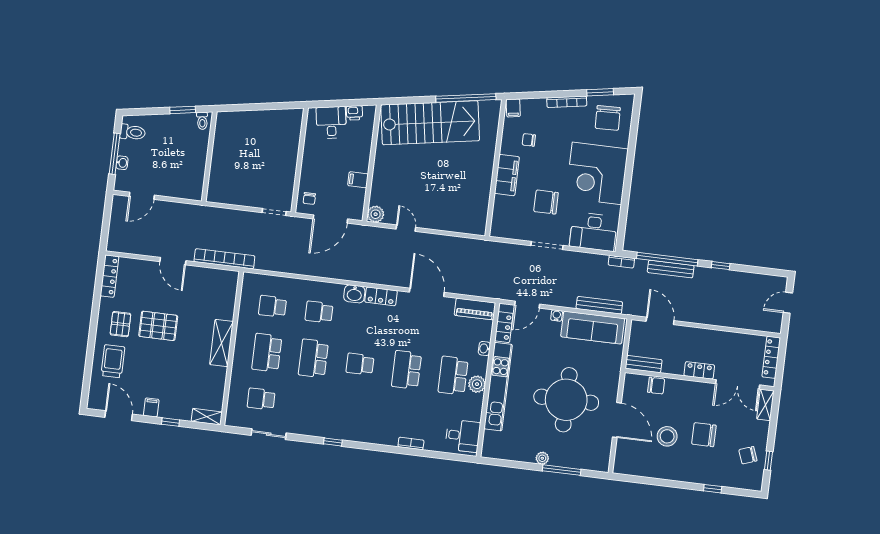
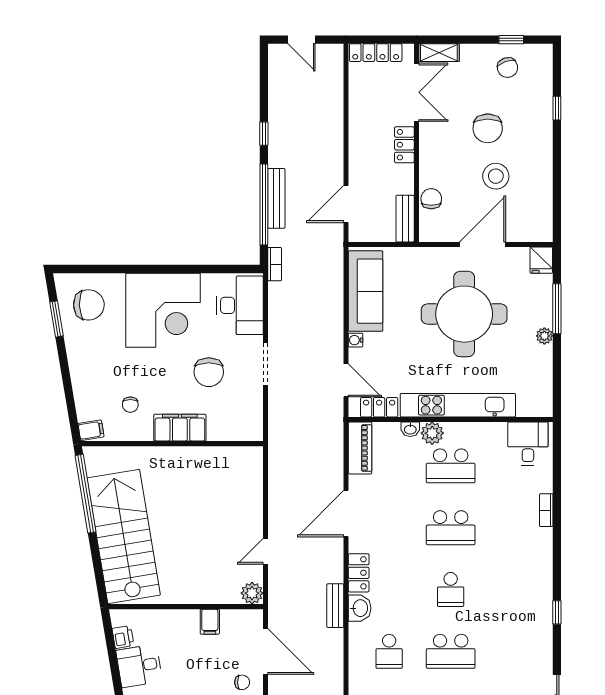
bookcase: (567, 102) -> (74, 361), removed
bench: (599, 305) -> (335, 606), moved, width x0.73
plant: (477, 384) -> (432, 433), moved
fridge: (600, 463) -> (541, 260), added

